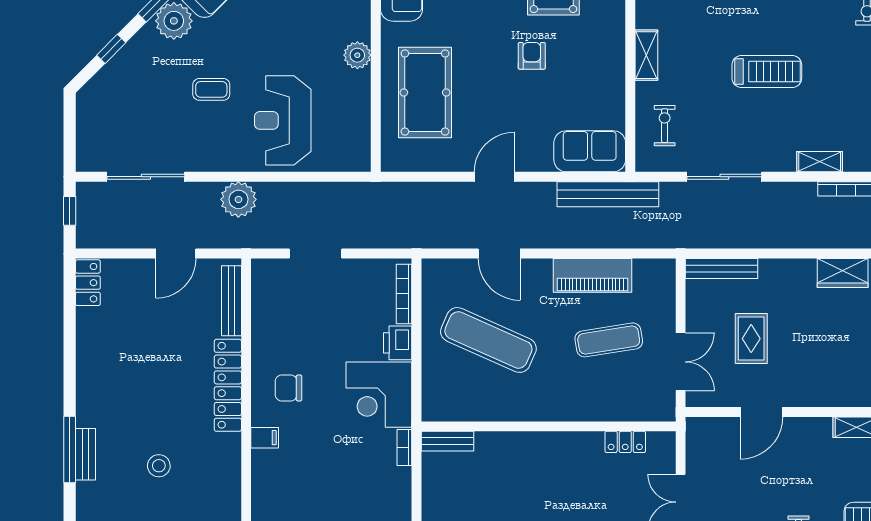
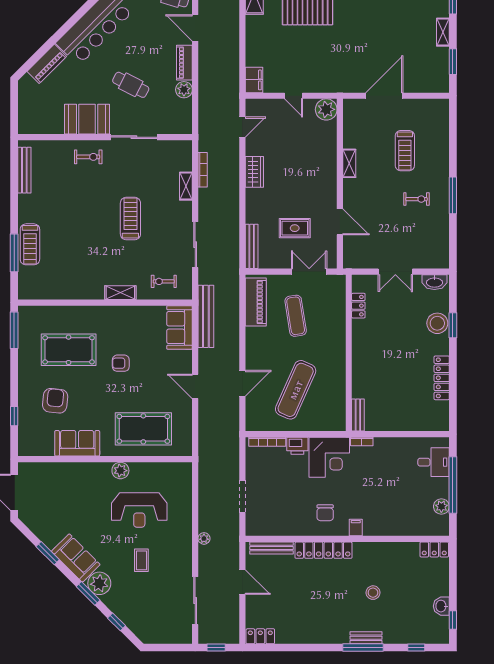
reception desk: (283, 120) -> (139, 510), moved
plant: (238, 199) -> (204, 538), width x0.53, depth x0.53
piano: (592, 275) -> (256, 302), moved

